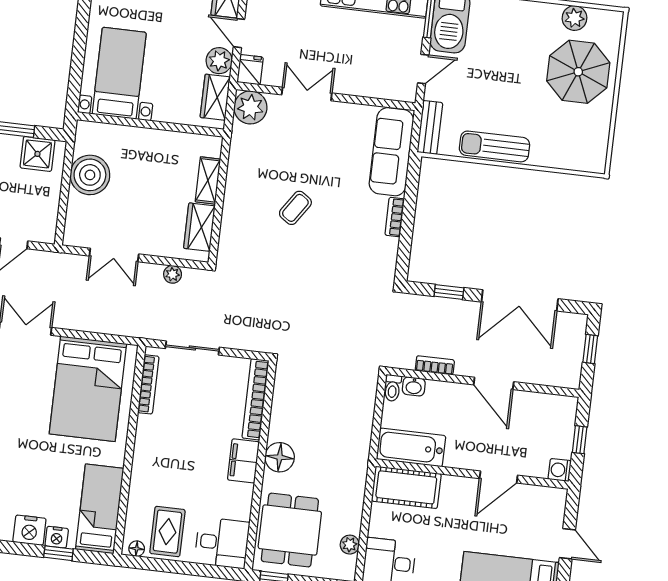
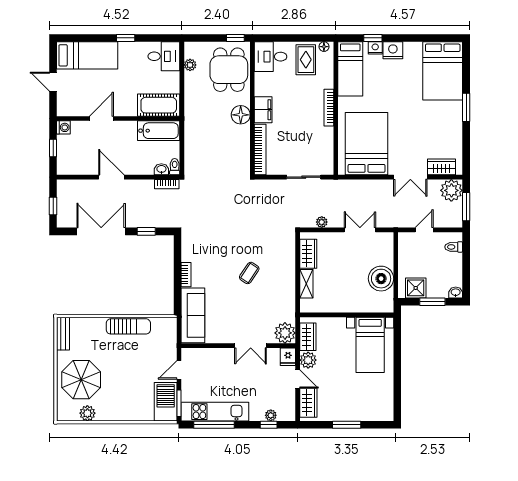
bench: (430, 127) -> (63, 334), moved
bookcase: (435, 365) -> (167, 184), moved
bookcase: (148, 384) -> (329, 108), moved

